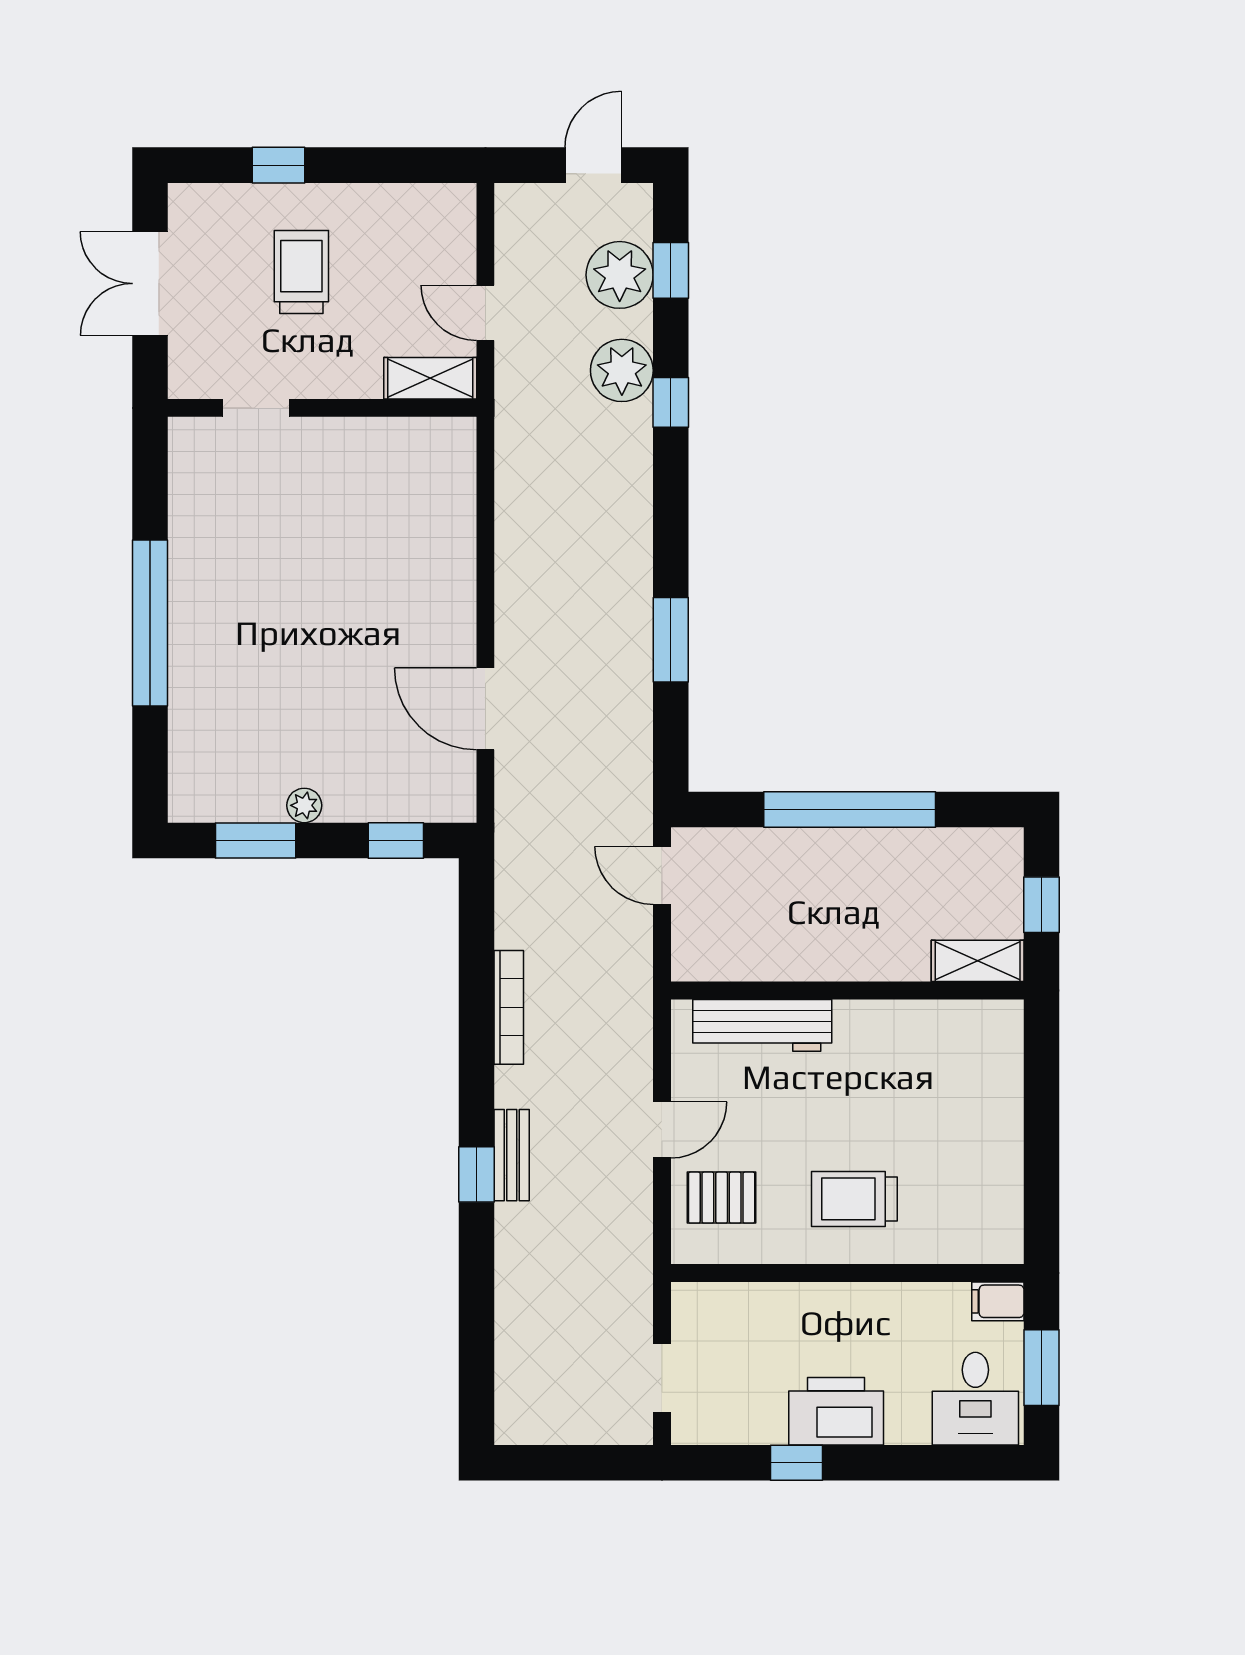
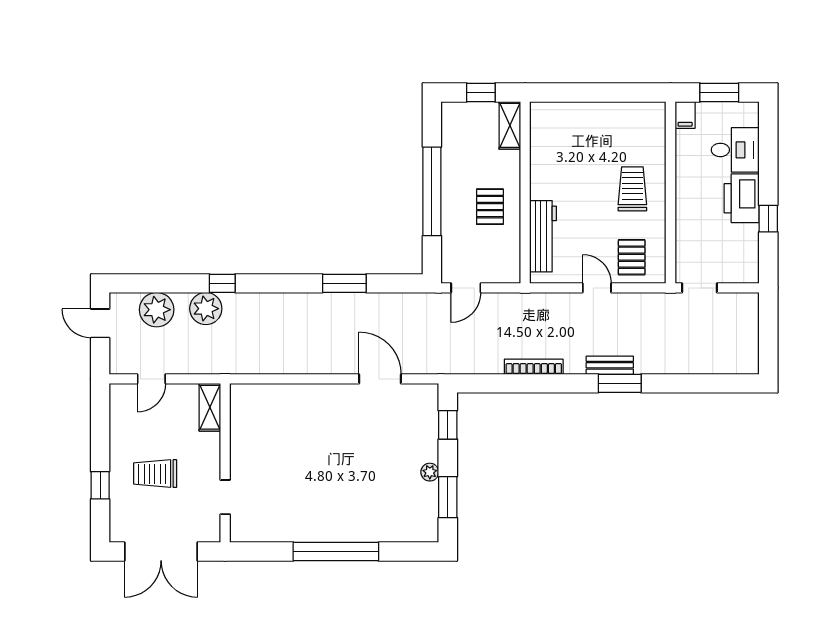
window: (671, 270) -> (154, 283), removed
double door: (150, 284) -> (161, 552), width x1.37
door: (485, 313) -> (151, 379), moved
door: (485, 709) -> (380, 379), swing flipped
pallet: (820, 922) -> (490, 207), added
window: (477, 1174) -> (620, 383), width x1.50
trolley: (854, 1199) -> (632, 189), turned 180
doorway: (662, 1378) -> (700, 288), moved
desk: (975, 1399) -> (735, 150), moved

